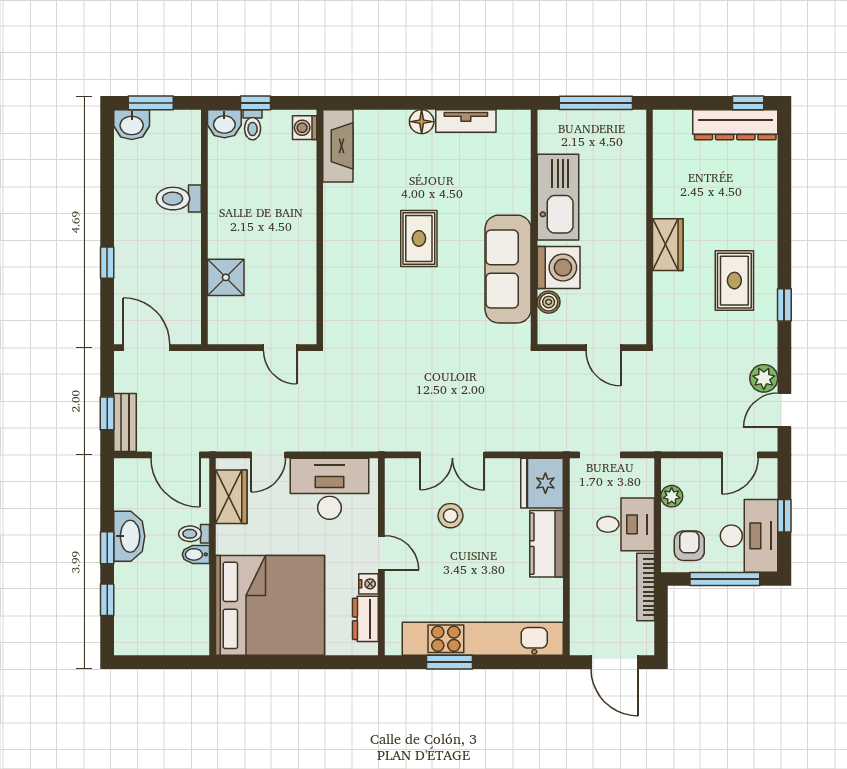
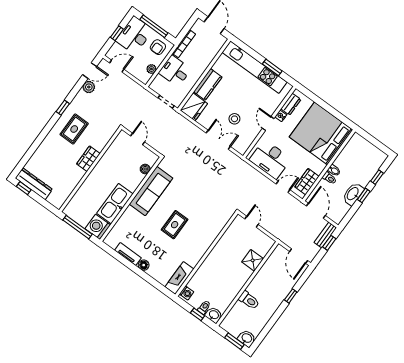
washing machine: (559, 268) -> (98, 227), moved

